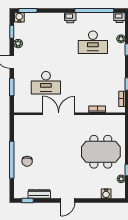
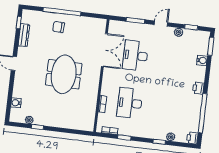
water cooler: (19, 17) -> (202, 60), moved
desk: (93, 42) -> (130, 103), moved
double door: (59, 114) -> (104, 50), moved
meeting table: (101, 152) -> (64, 74), moved

